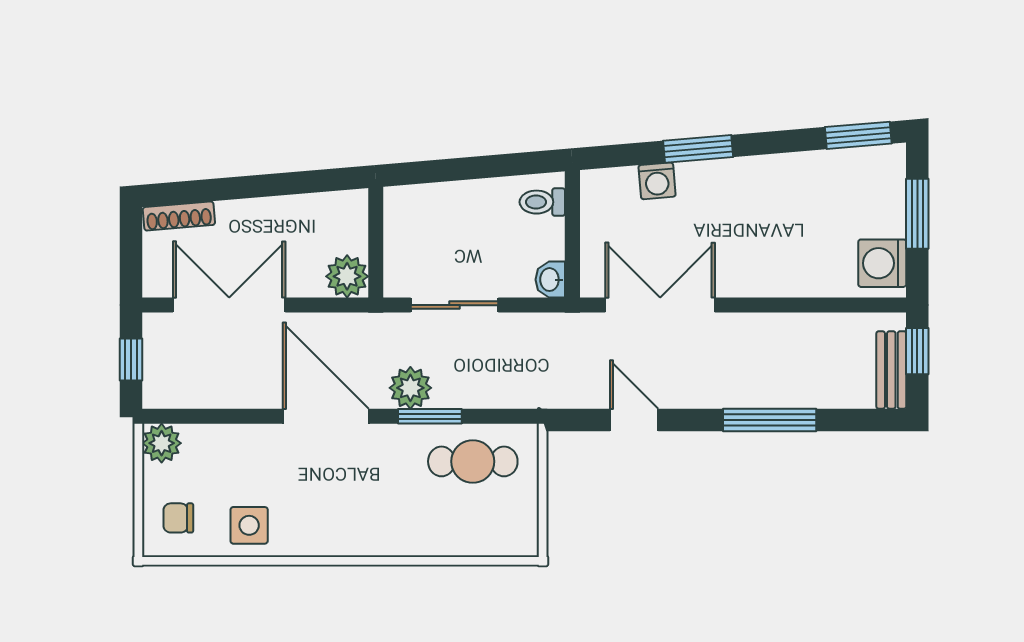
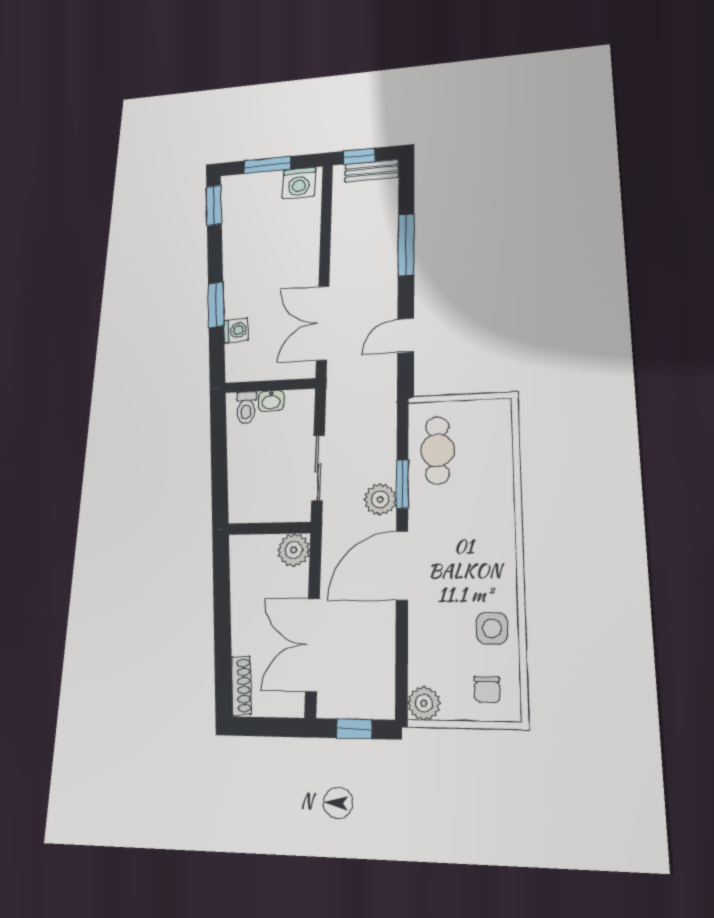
washbasin: (550, 280) -> (271, 401), moved

